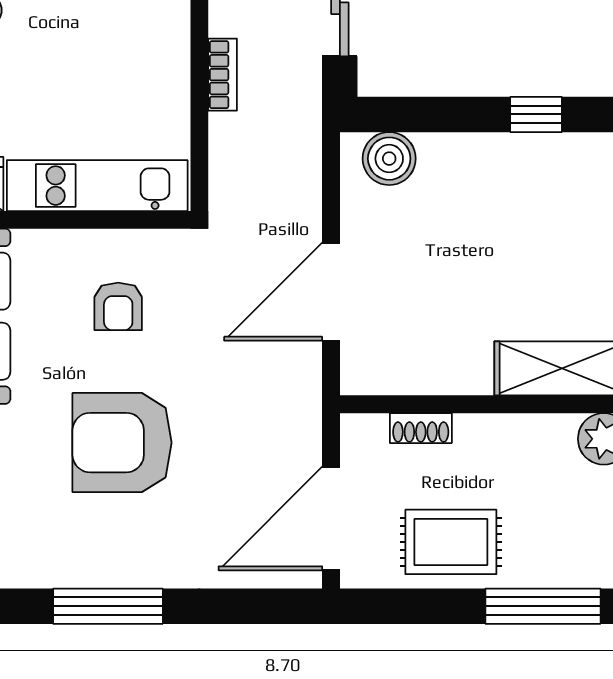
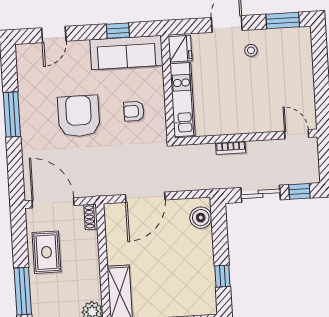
door: (331, 292) -> (145, 197), swing flipped
shoe rack: (421, 428) -> (91, 217), moved

